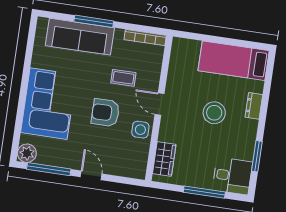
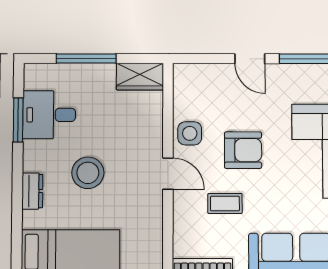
wardrobe: (164, 159) -> (140, 77), moved, turned -90
desk: (232, 176) -> (49, 115), moved

